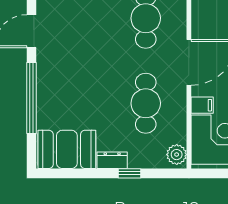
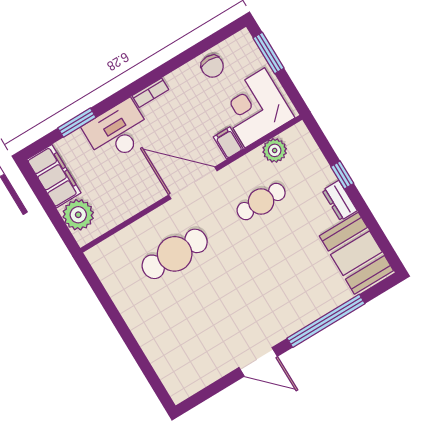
cafe table: (146, 103) -> (261, 201), width x0.73, depth x0.74
plant: (177, 155) -> (275, 150), moved

